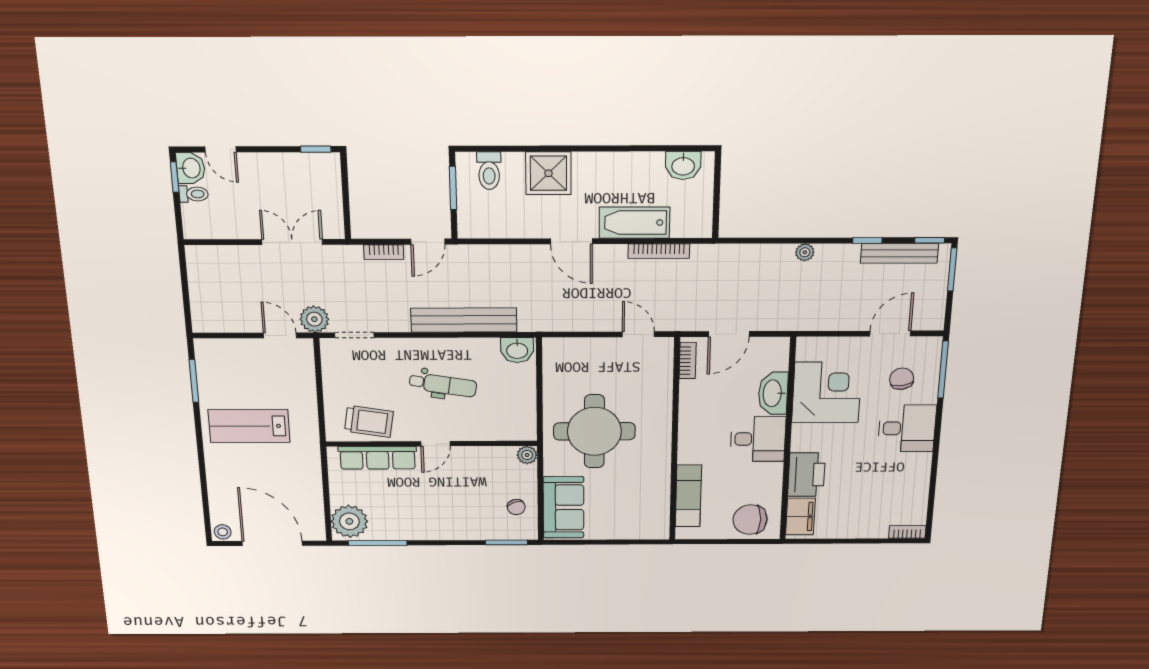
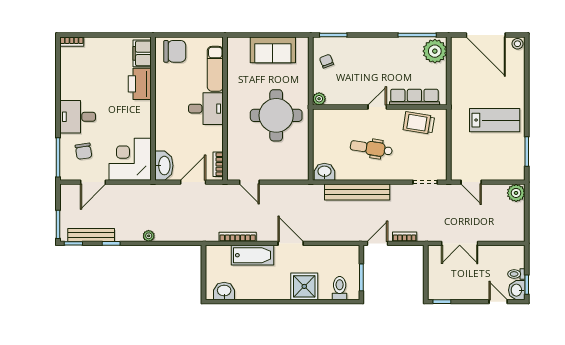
plant: (314, 319) -> (516, 193), moved
corner desk: (827, 392) -> (130, 159), moved, turned 90
washbasin: (773, 393) -> (164, 166), moved
desk: (758, 439) -> (206, 109), moved, turned 180
sofa: (563, 507) -> (273, 50), moved, turned -90

